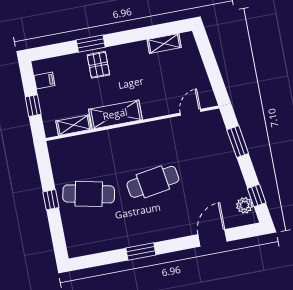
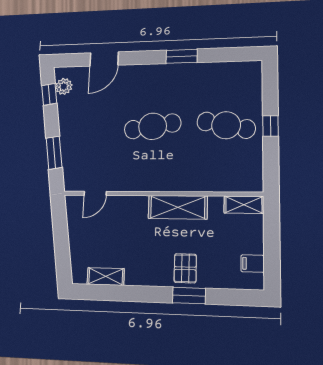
window: (33, 106) -> (272, 237), removed
shelving: (74, 125) -> (244, 205), moved

